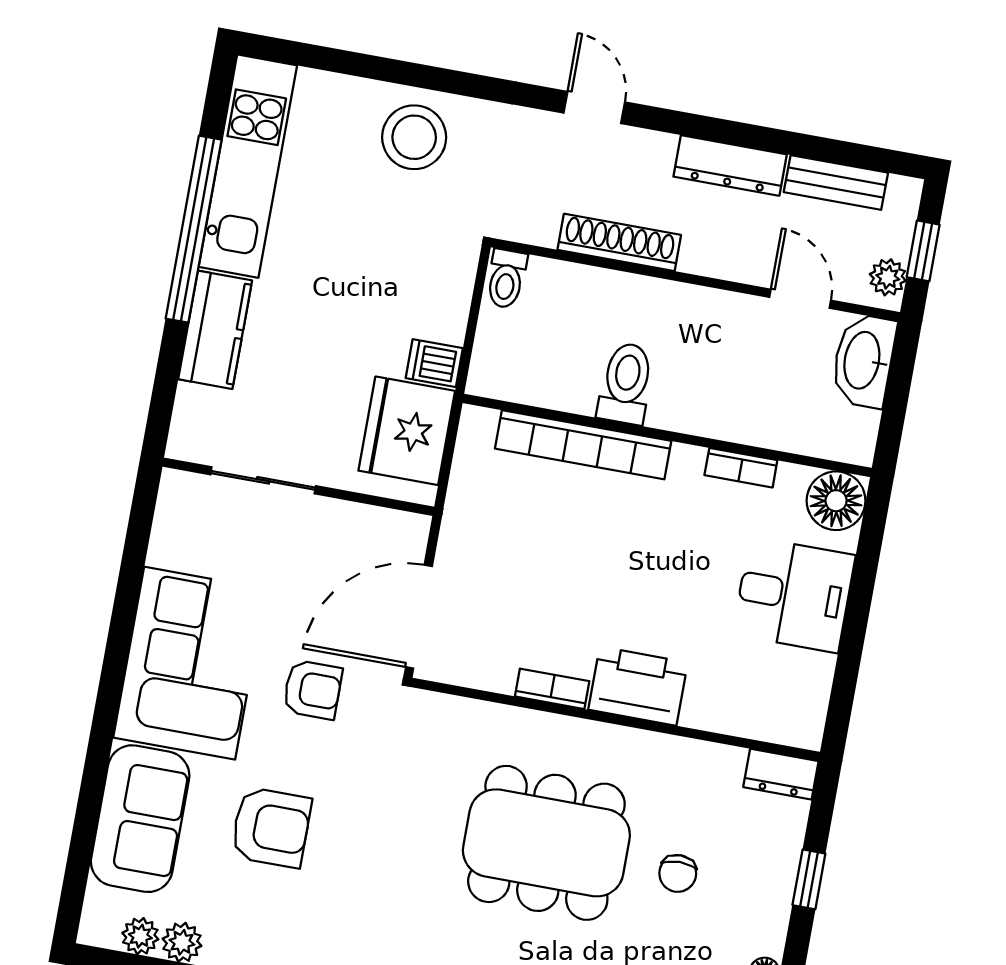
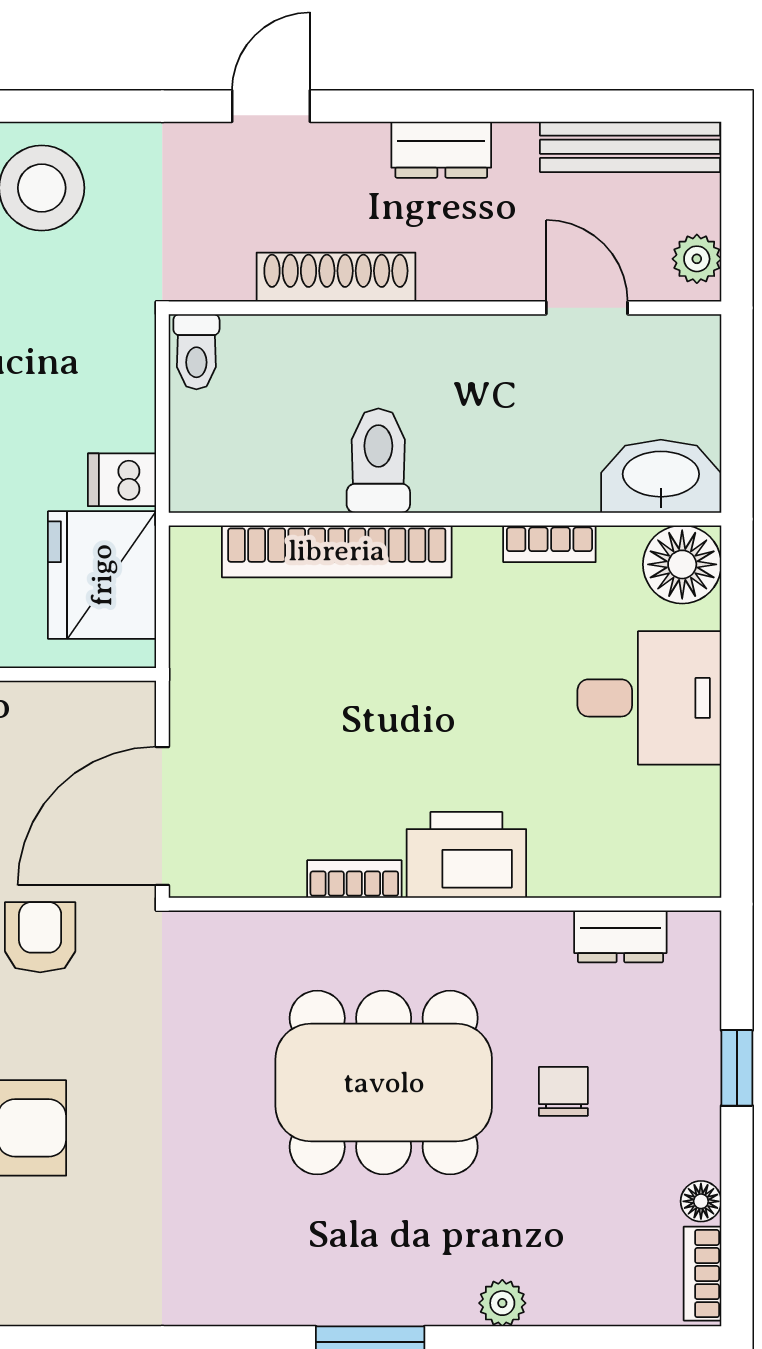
door: (594, 108) -> (271, 106), hinge flipped
dresser: (730, 165) -> (441, 150), width x0.70
bench: (836, 182) -> (630, 147), width x1.36
window: (923, 251) -> (737, 216), removed
washbasin: (864, 361) -> (661, 476), moved, turned 90
armchair: (313, 690) -> (40, 937), turned -90
dresser: (781, 774) -> (620, 936), moved
chair: (678, 873) -> (563, 1091), turned 180

